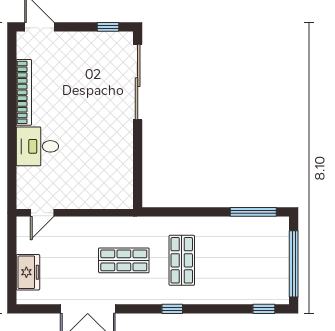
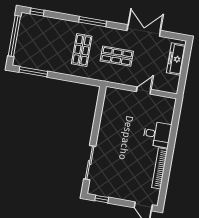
sliding door: (138, 82) -> (90, 163), width x0.73
door: (42, 213) -> (144, 90), moved
freezer: (28, 272) -> (176, 59), width x1.40
window: (172, 309) -> (93, 22), width x2.17

